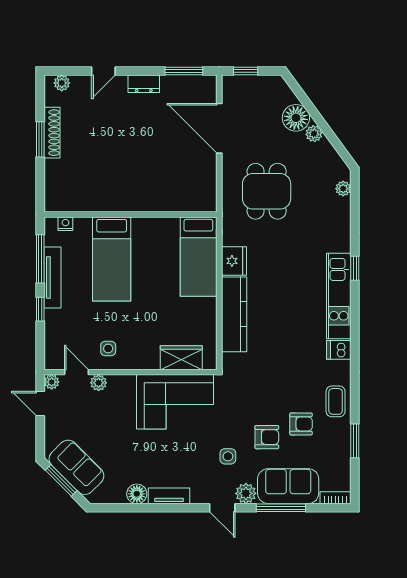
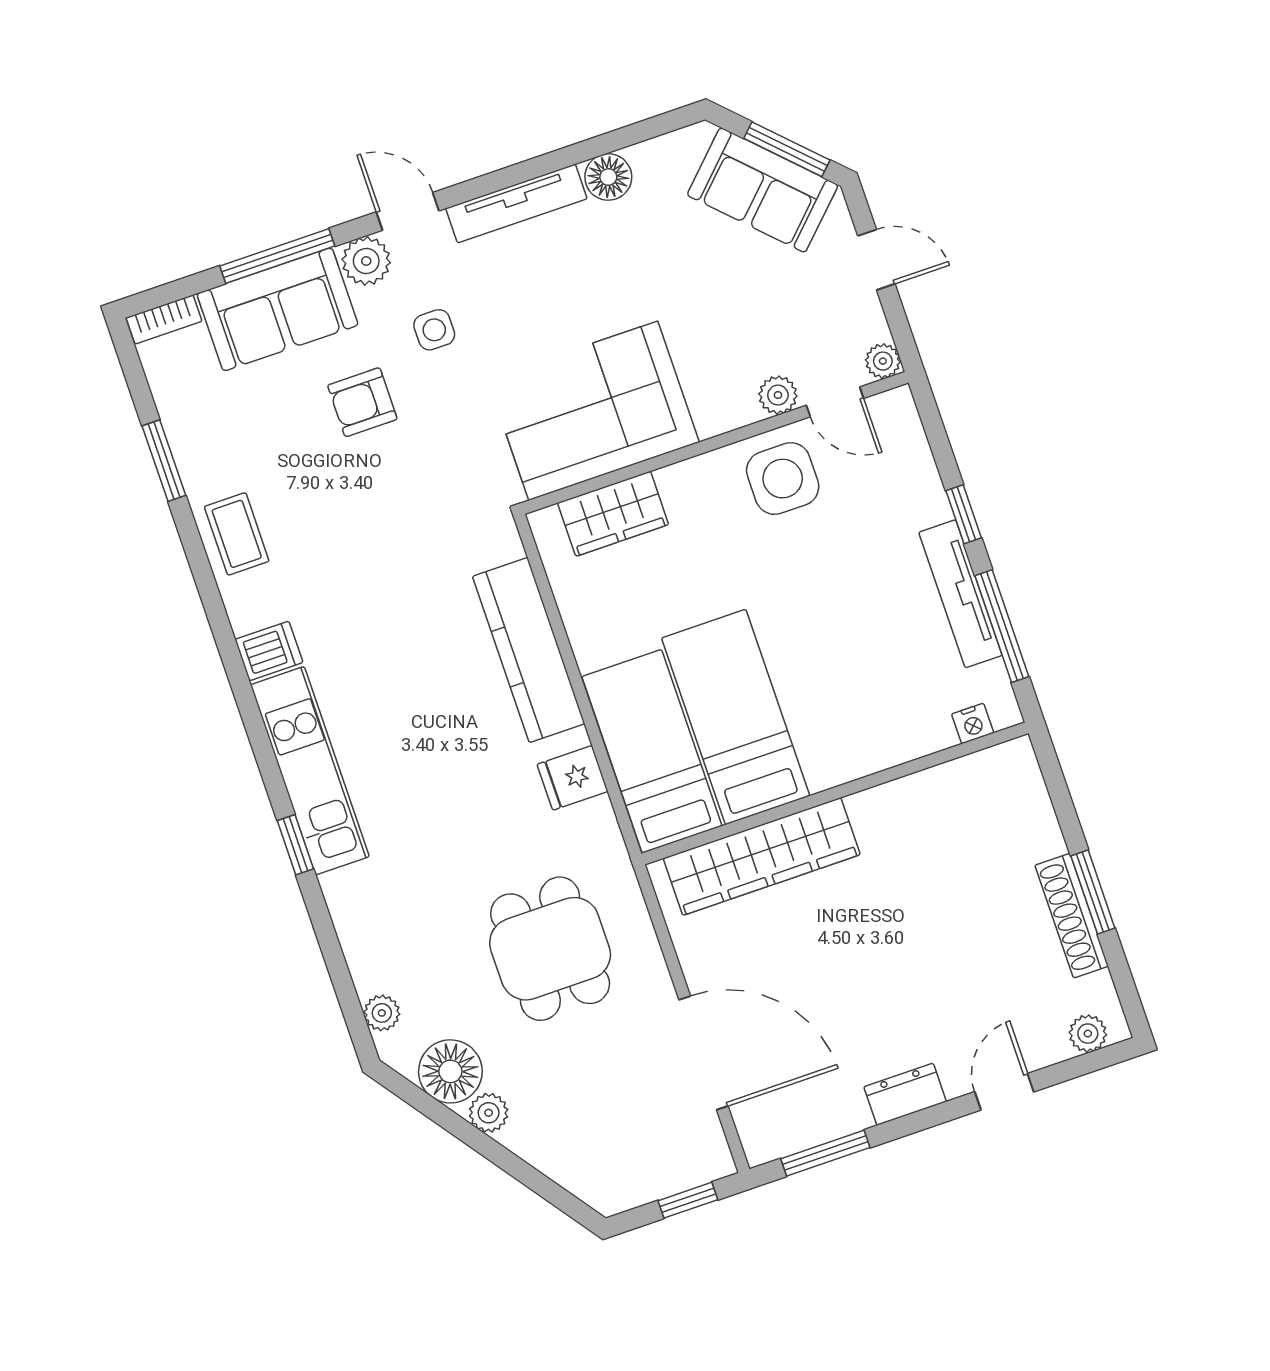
floor lamp: (296, 118) -> (450, 1071), moved
wardrobe: (169, 199) -> (762, 856), added
bed: (112, 259) -> (736, 717), moved
fridge: (234, 261) -> (572, 778), width x0.72
side table: (108, 348) -> (783, 479), width x1.87, depth x1.87
door: (40, 404) -> (876, 260), moved
armchair: (301, 424) -> (296, 458), removed
tv unit: (169, 496) -> (516, 203), width x1.41

